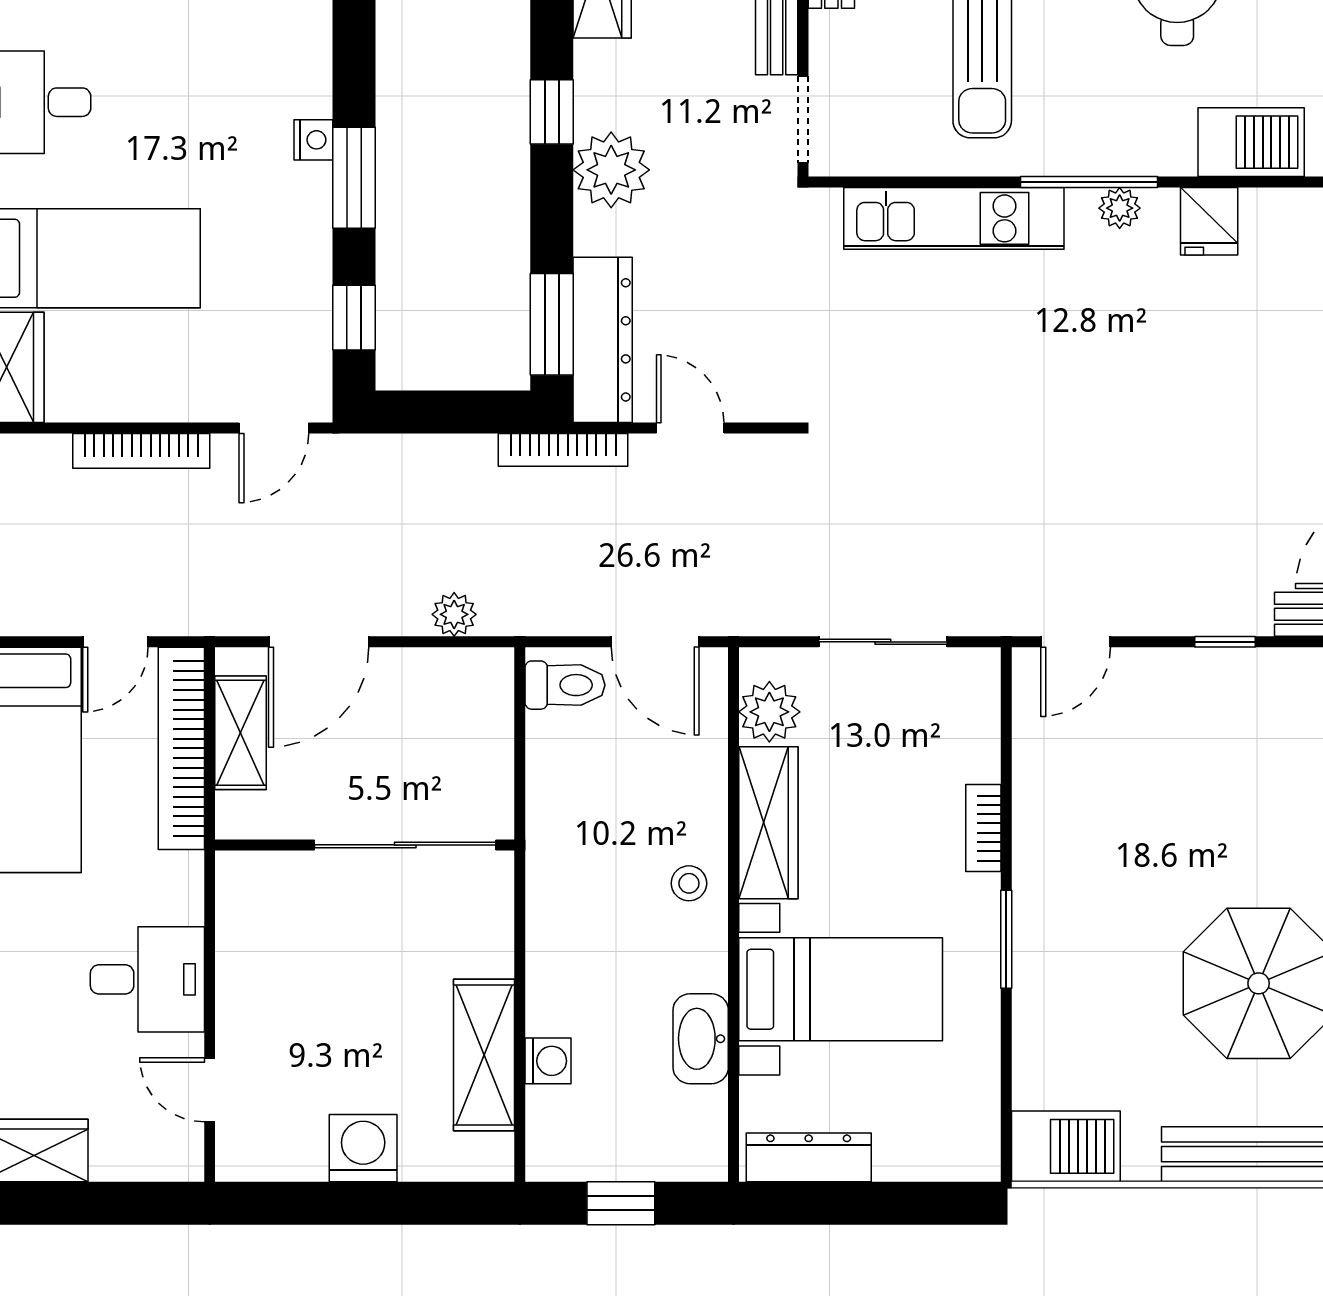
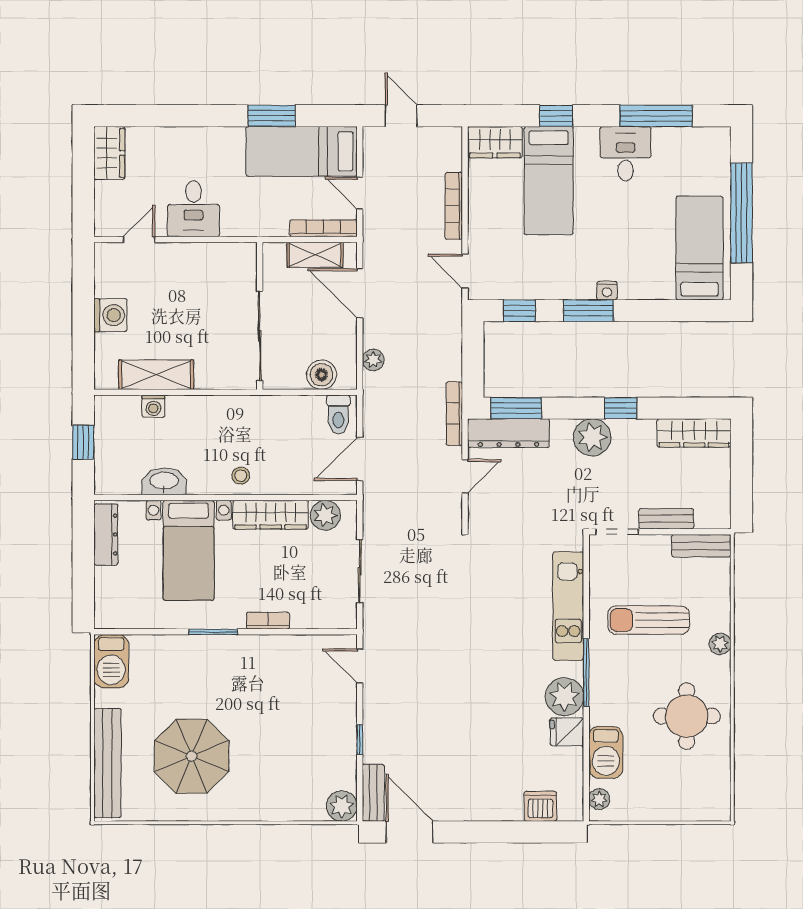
plant: (1120, 208) -> (564, 697), width x1.88, depth x1.88
boiler: (484, 719) -> (322, 375), added
bookcase: (181, 748) -> (323, 228), width x0.68, depth x0.76

